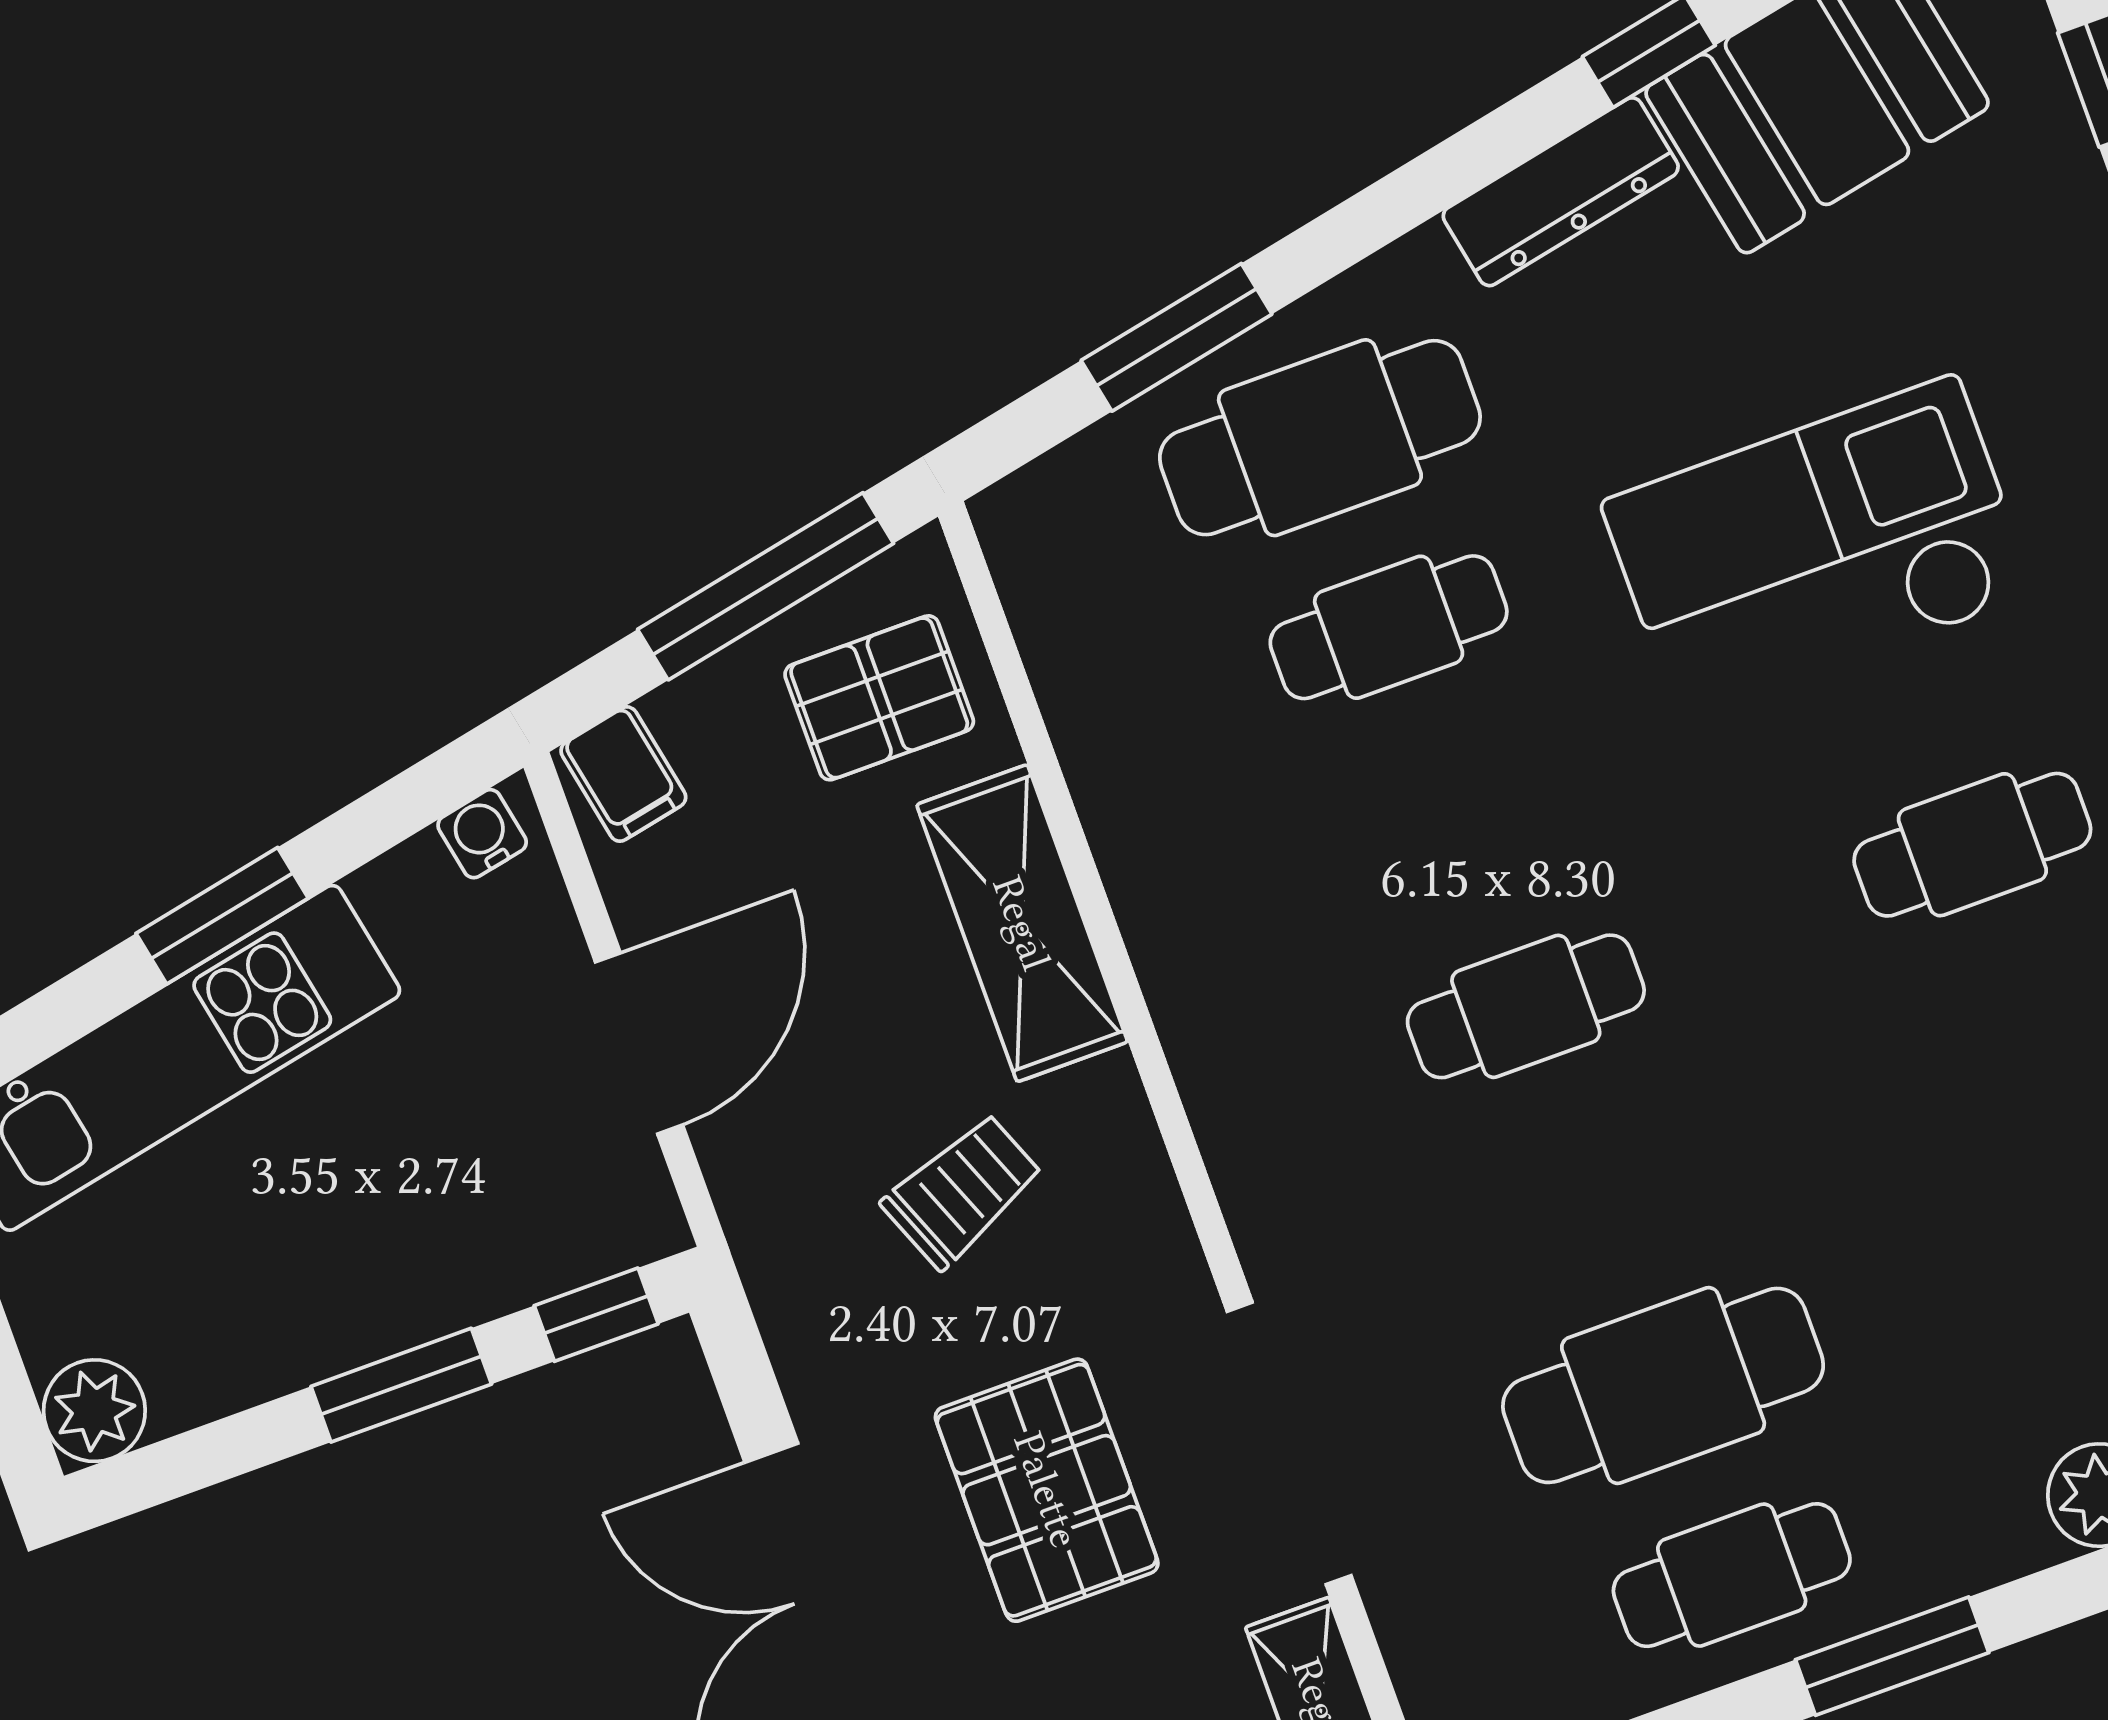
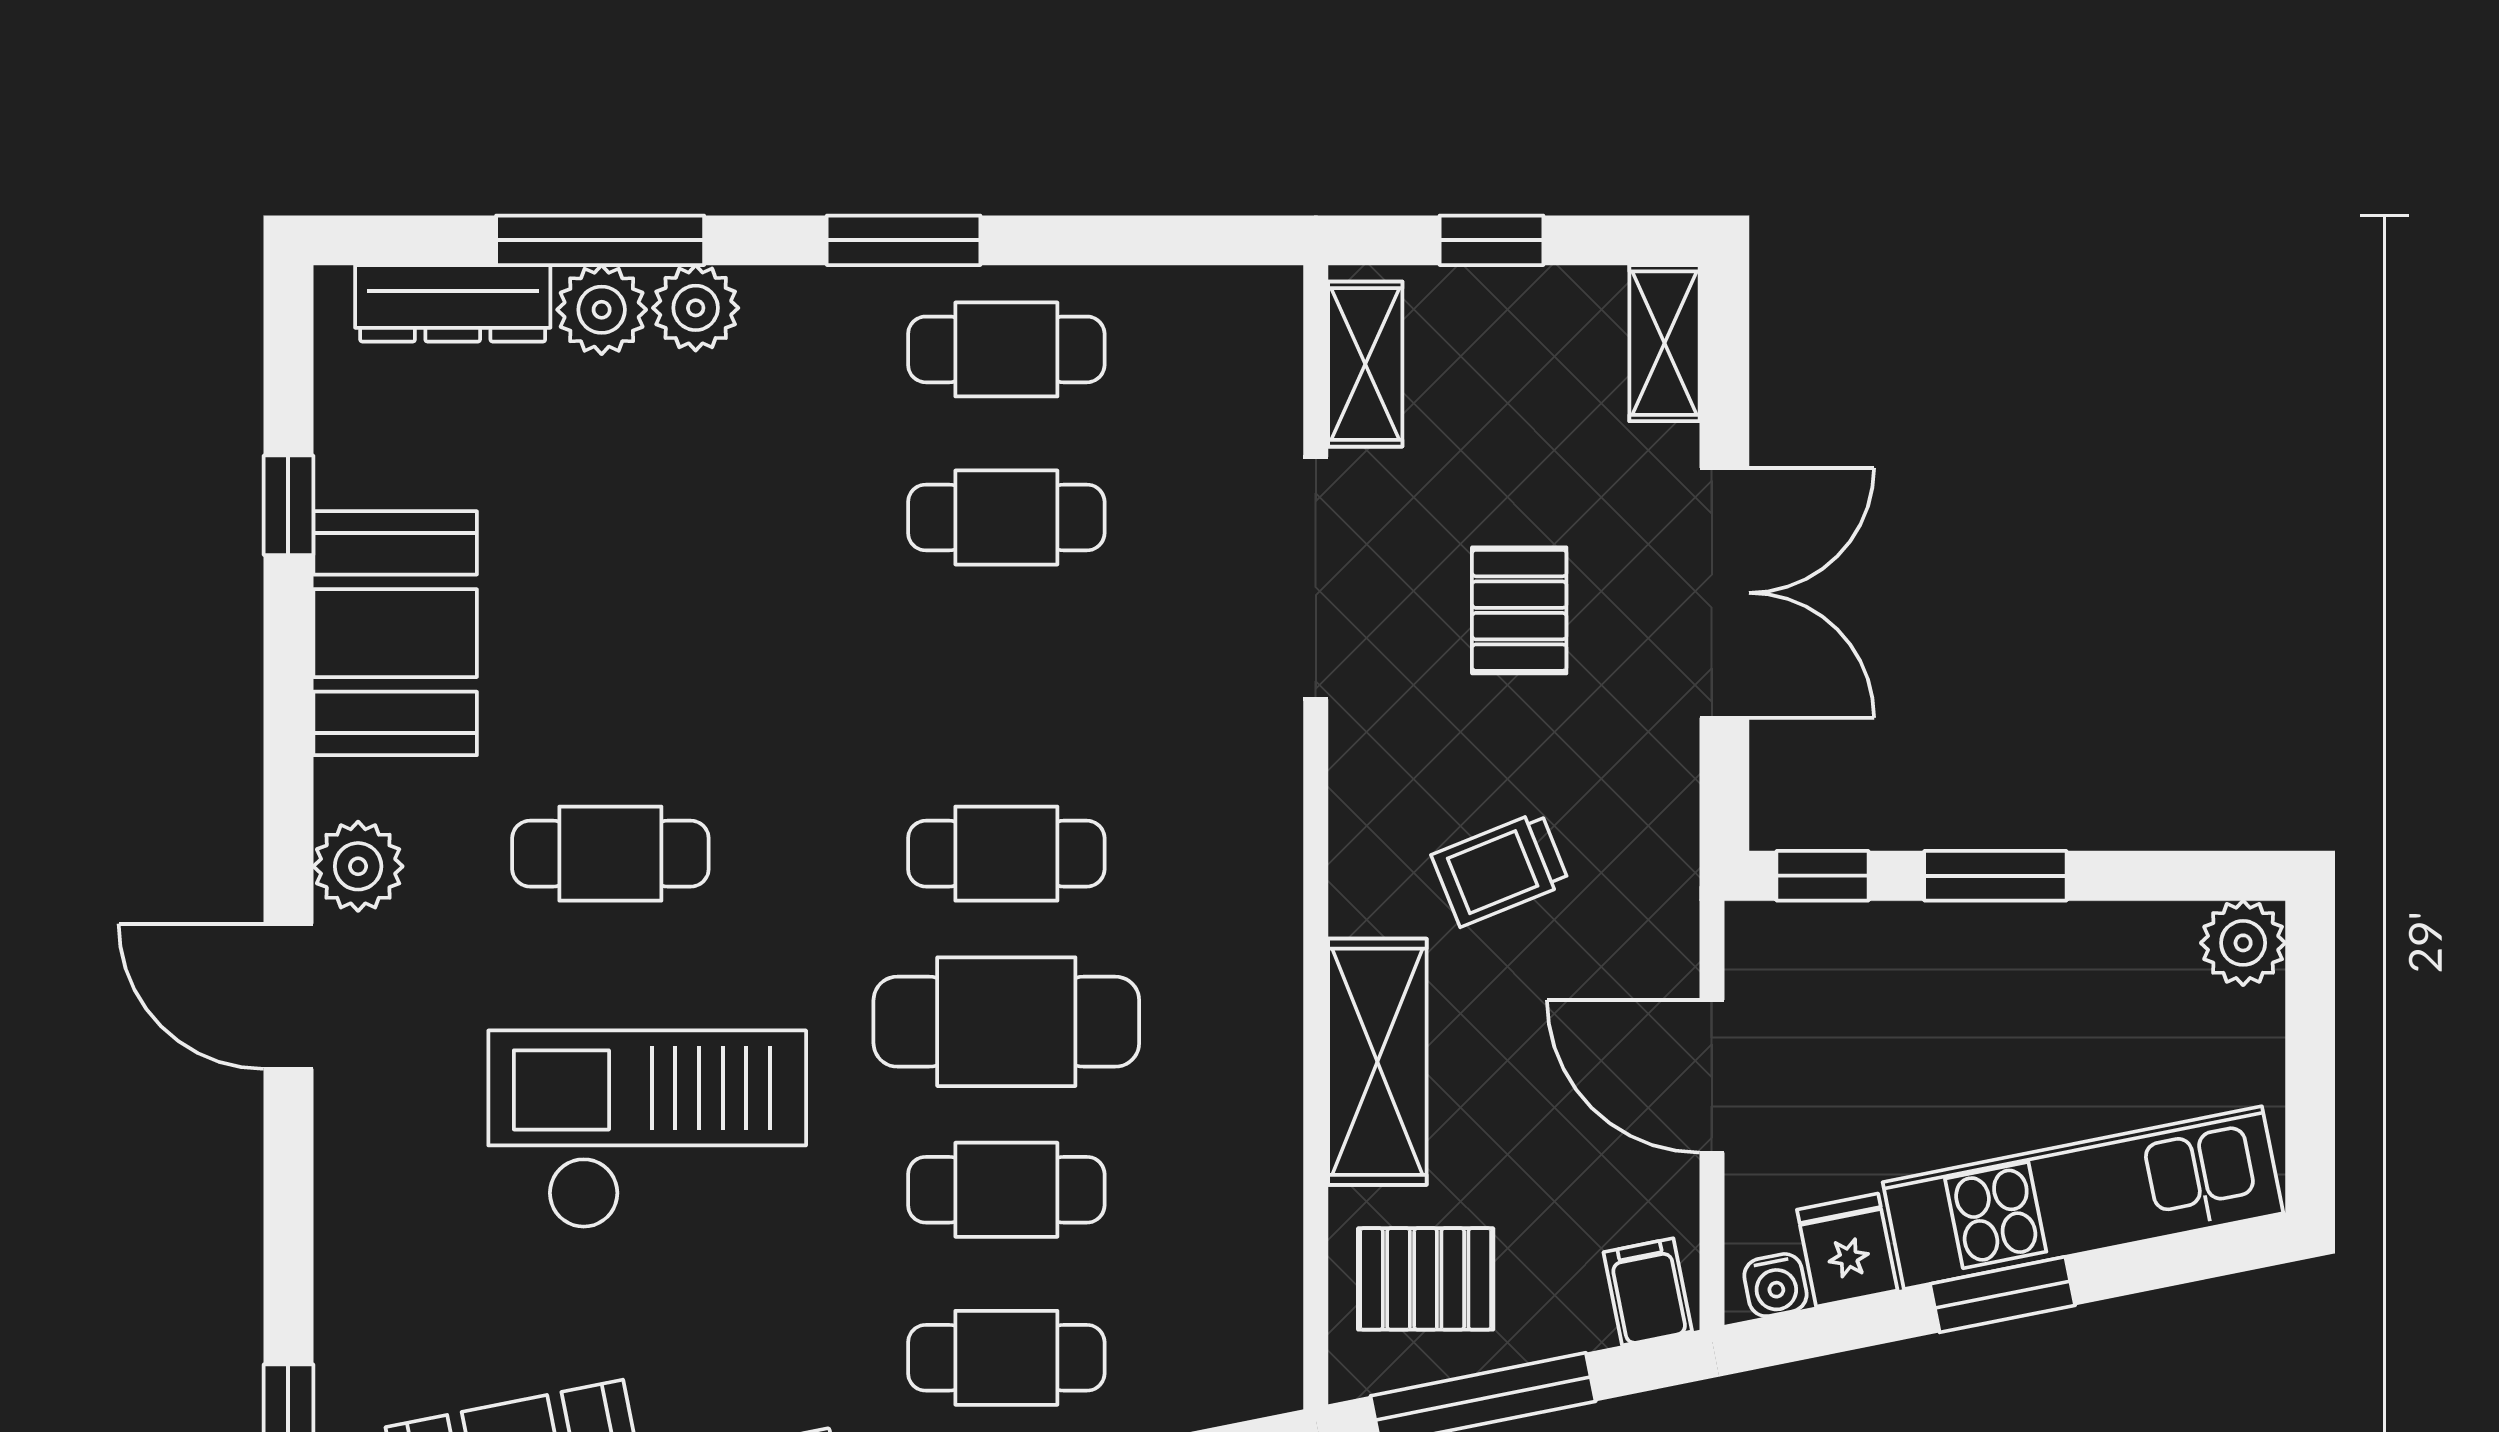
cafe table: (1320, 438) -> (1006, 1358), width x0.73, depth x0.74
checkout: (1818, 548) -> (647, 1130), turned 180
cafe table: (1457, 817) -> (1006, 1022), added
fridge: (416, 903) -> (1847, 1250), added
door: (639, 1043) -> (1712, 1076), hinge flipped
cafe table: (1663, 1385) -> (1006, 517), width x0.73, depth x0.74
pallet: (1047, 1490) -> (1519, 610), width x0.67, depth x0.71

